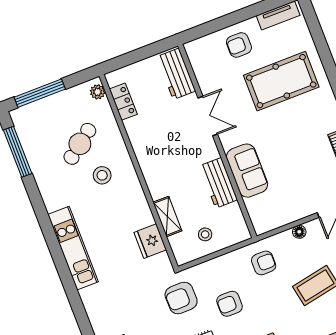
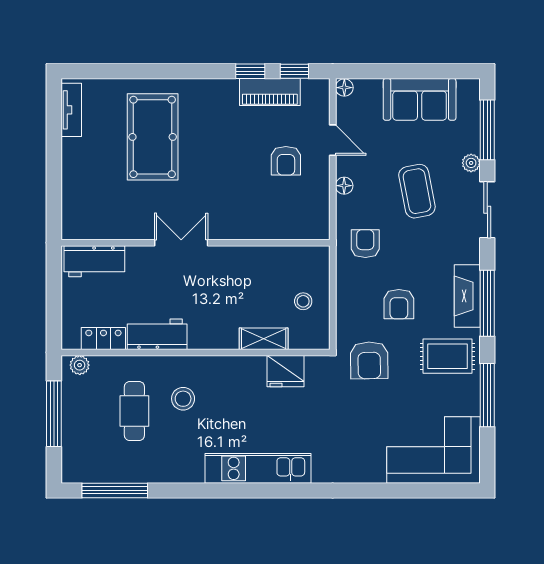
armchair: (239, 45) -> (286, 161), moved
window: (40, 93) -> (54, 414), moved
double door: (208, 116) -> (181, 243), moved
cafe table: (80, 144) -> (134, 411), turned 37
sofa: (247, 171) -> (245, 220), removed
workbench: (218, 183) -> (157, 334), moved, turned 180

